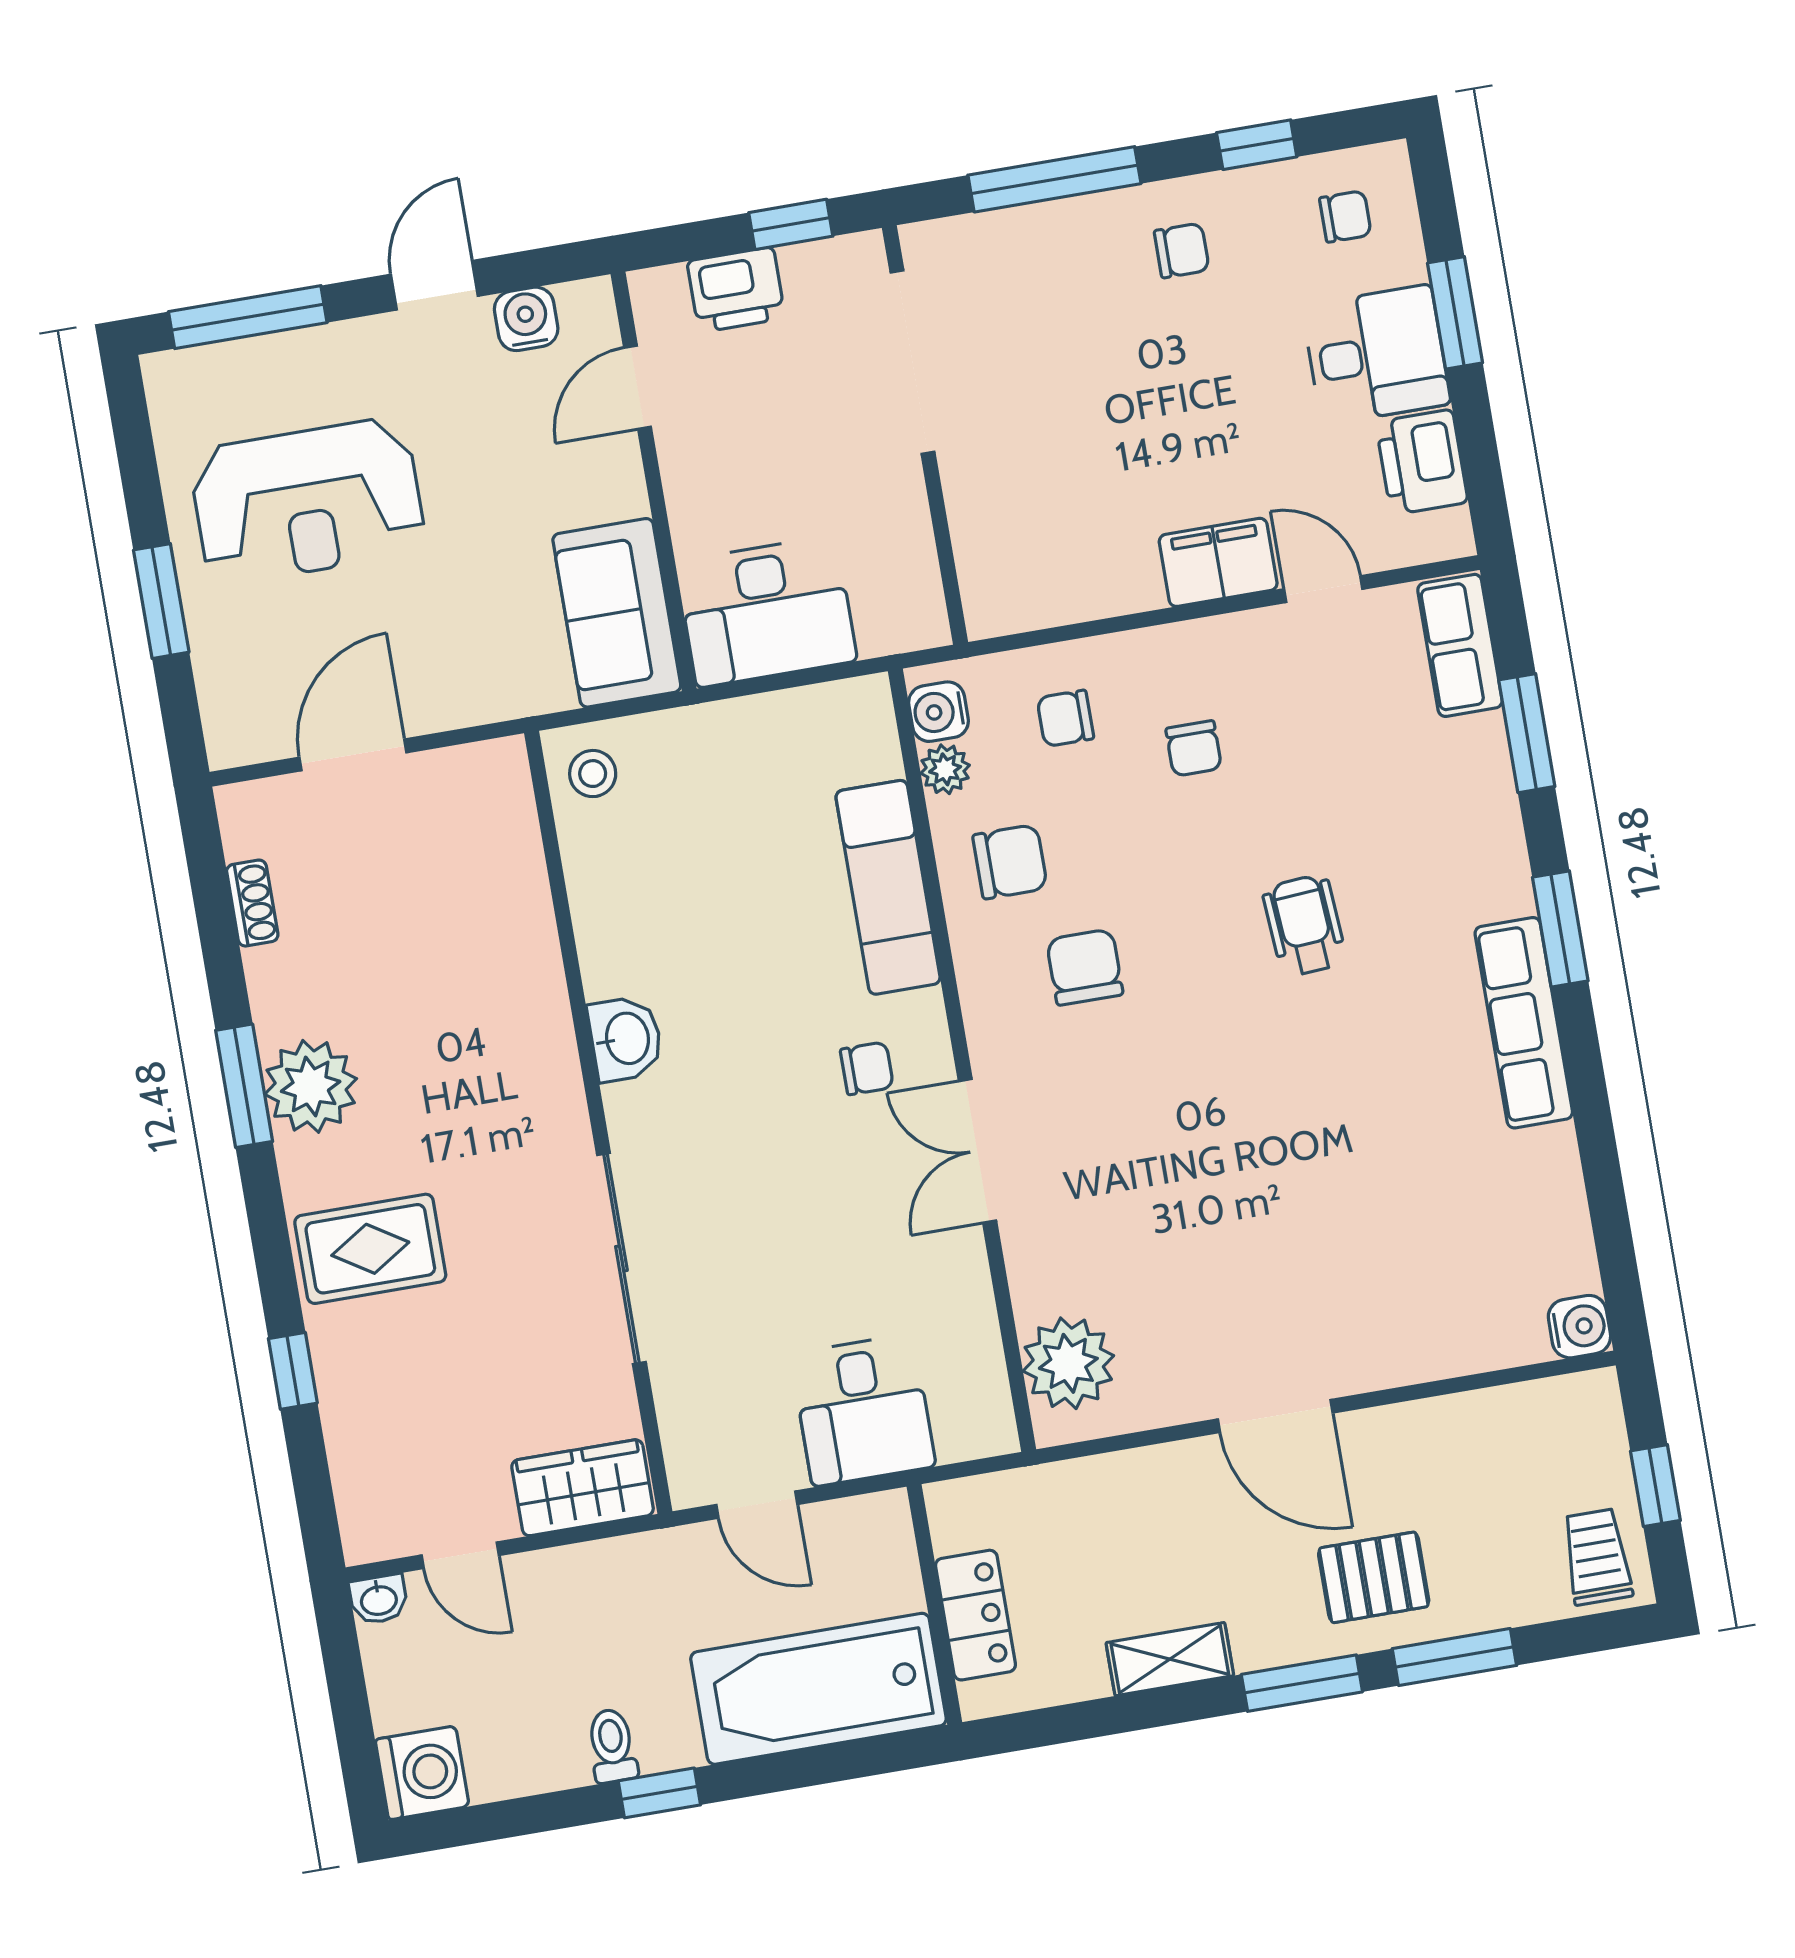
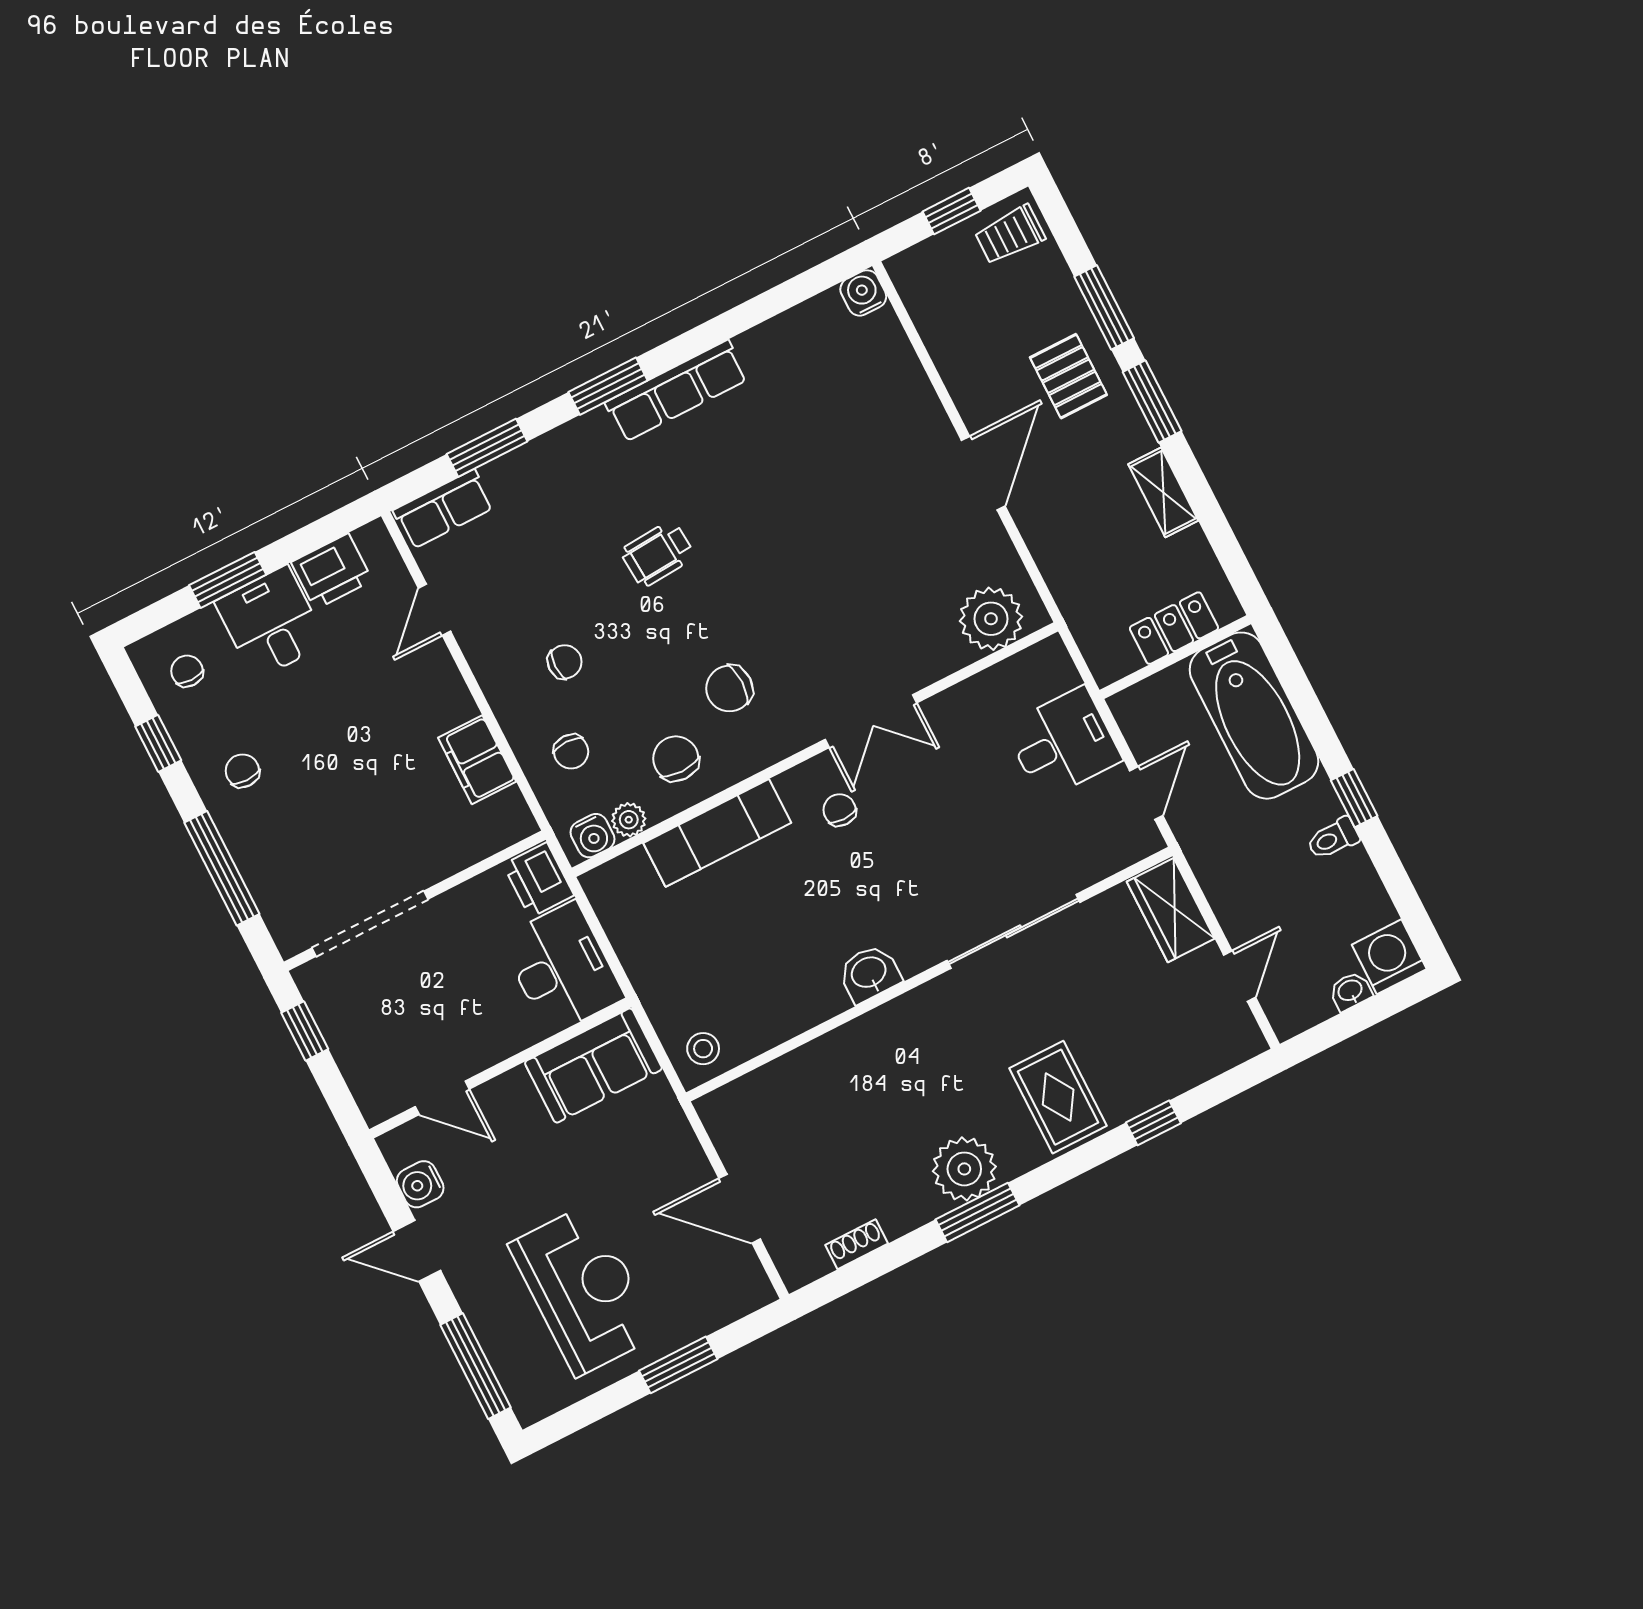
printer: (736, 290) -> (538, 880), moved, turned 180
filing cabinet: (1218, 562) -> (477, 760), moved
washbasin: (379, 1599) -> (1350, 991), moved, turned -90

